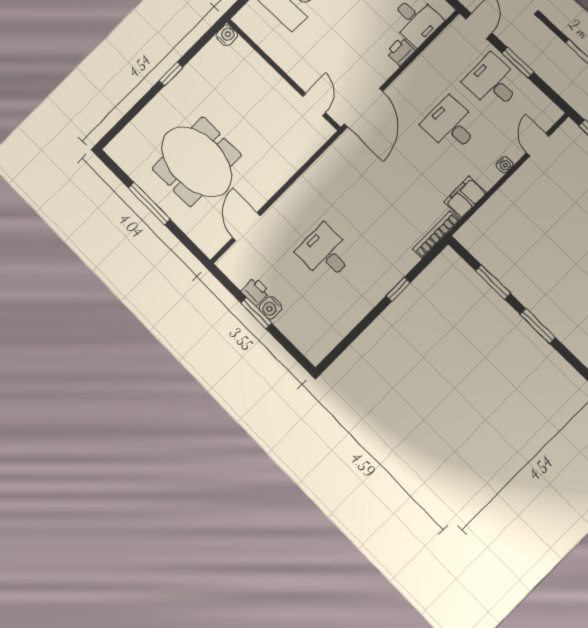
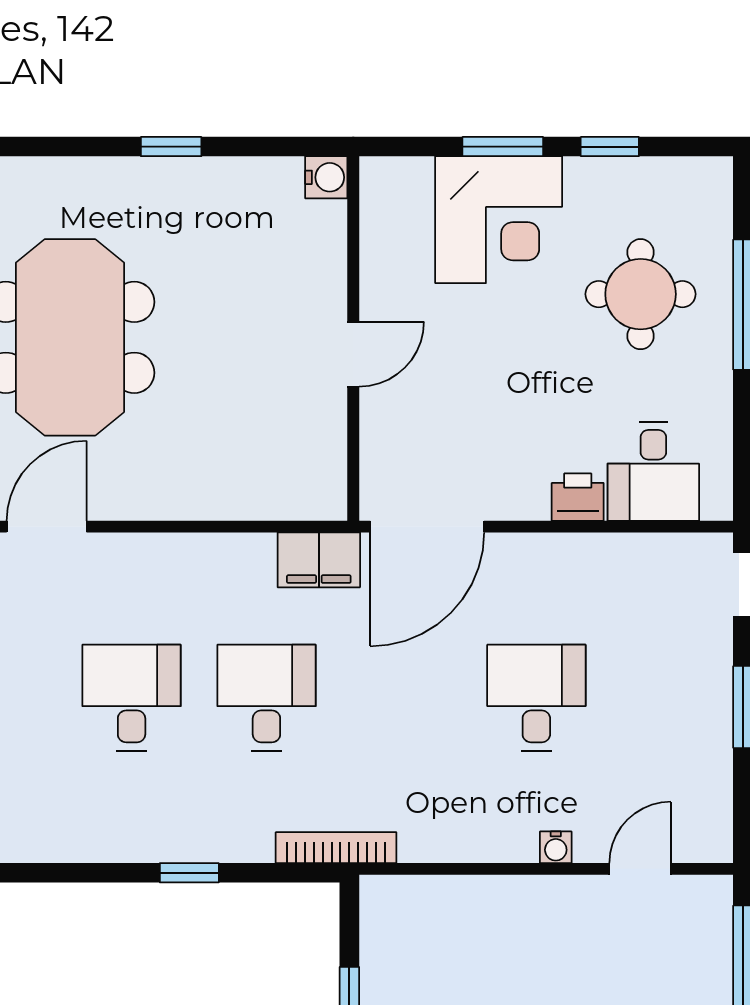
desk: (493, 82) -> (266, 698), moved
door: (314, 104) -> (353, 354), moved
filing cabinet: (465, 197) -> (319, 560), moved, turned 180

